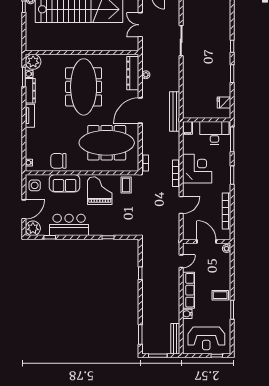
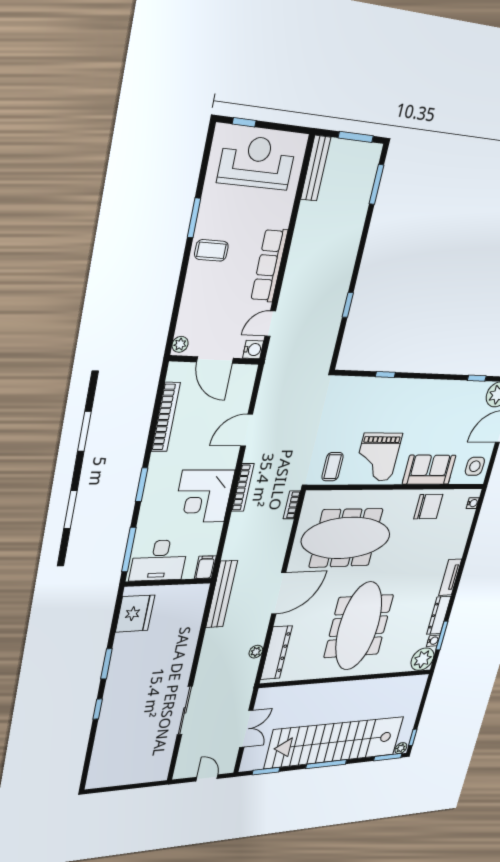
fridge: (224, 103) -> (135, 614), width x1.88, depth x1.34
bar counter: (69, 225) -> (441, 399), removed
water cooler: (187, 314) -> (253, 350), moved

